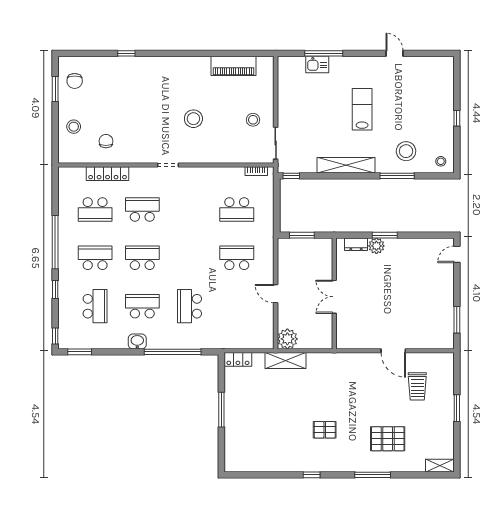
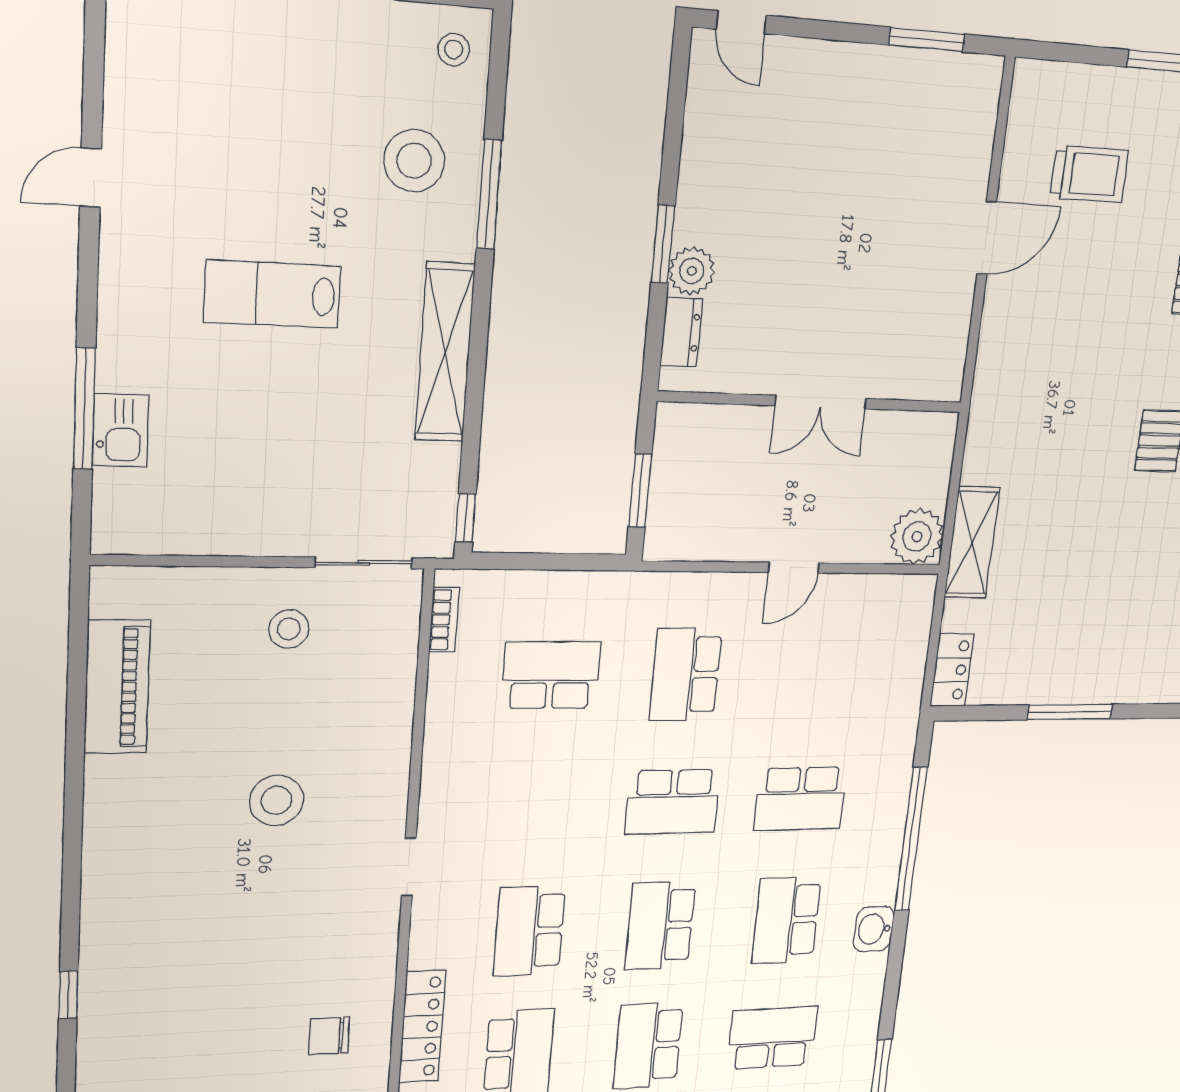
school desk: (237, 210) -> (551, 675), turned -90
school desk: (190, 258) -> (673, 802), added

